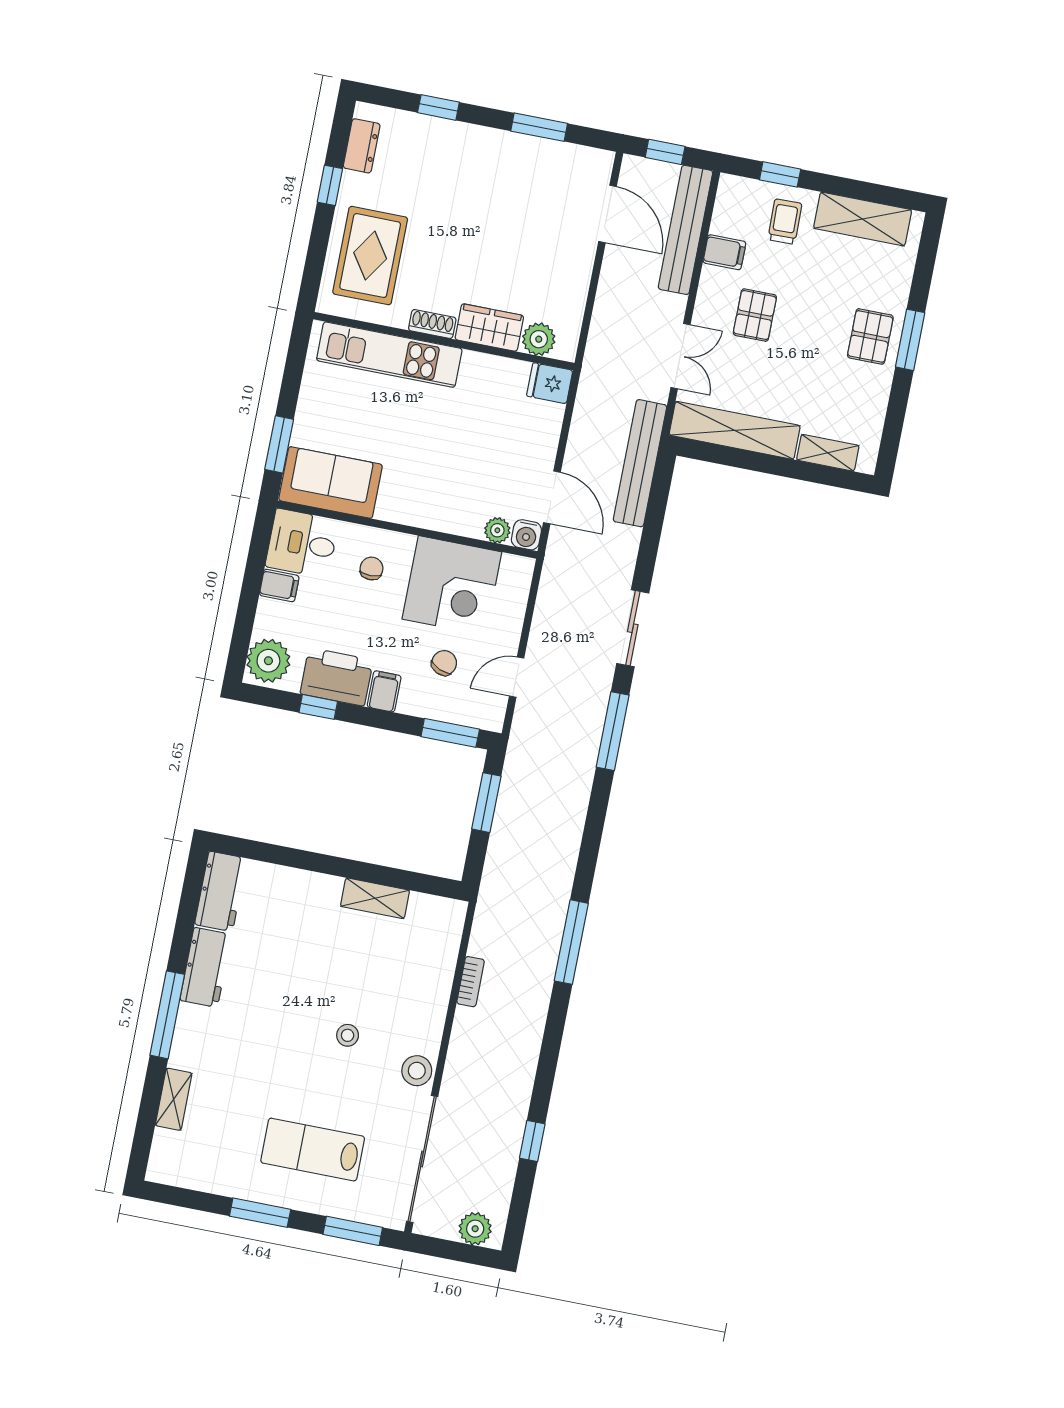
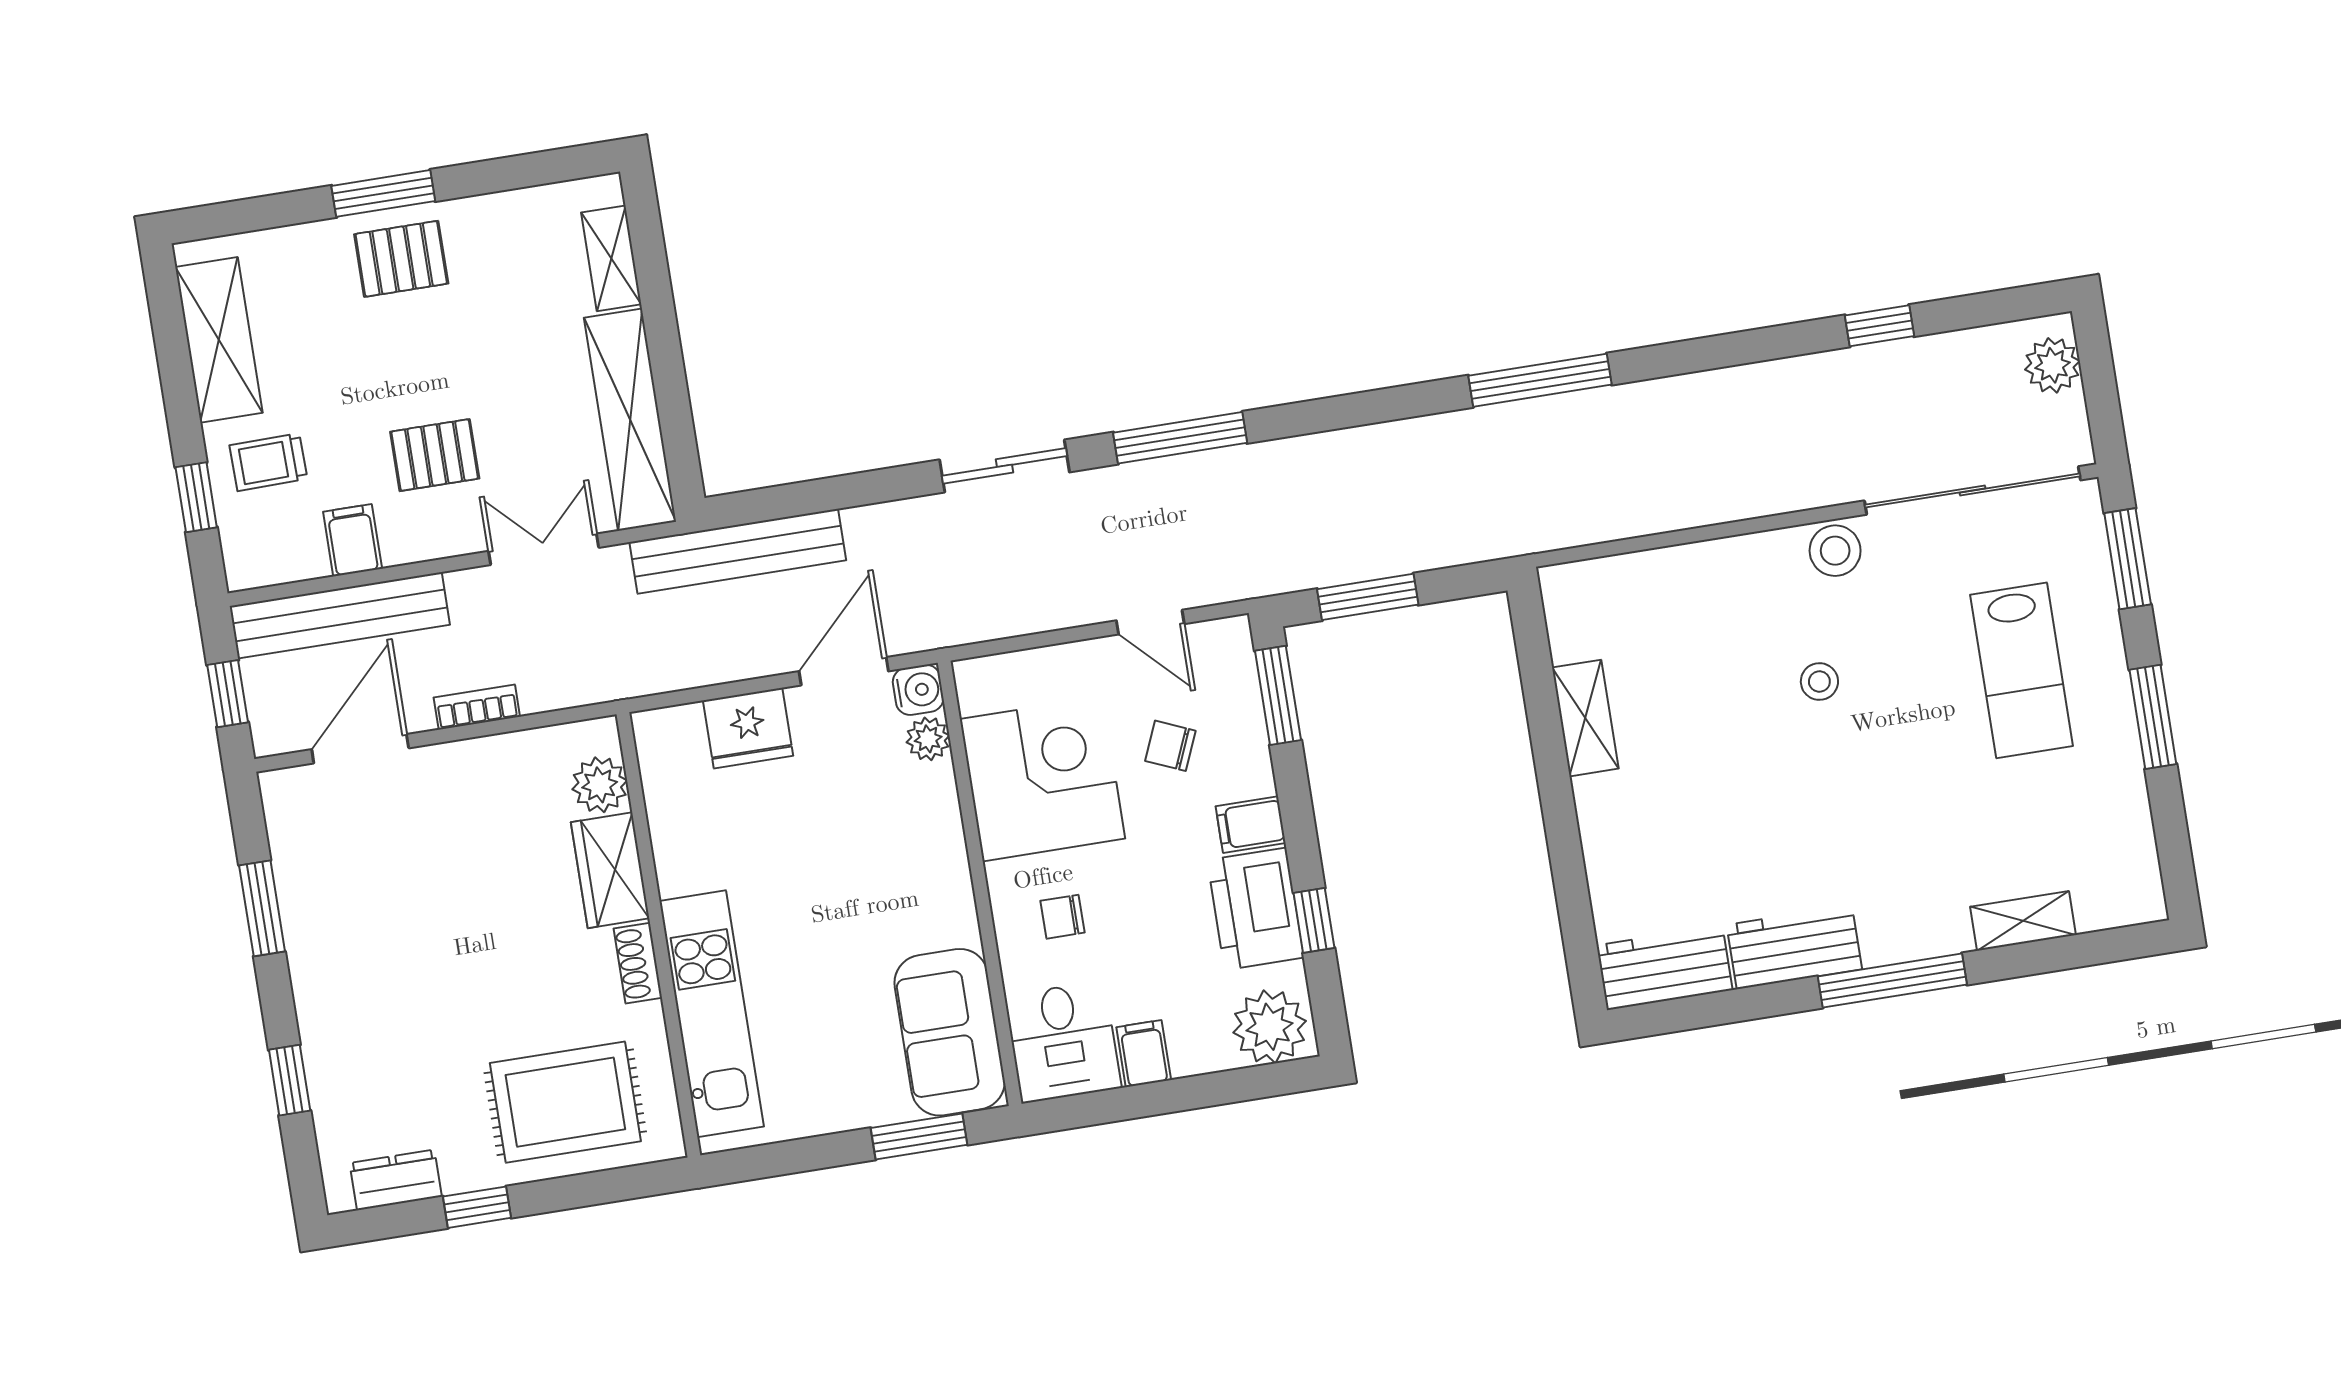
fridge: (550, 383) -> (748, 728), moved, width x1.38
bookcase: (471, 982) -> (477, 707), moved

